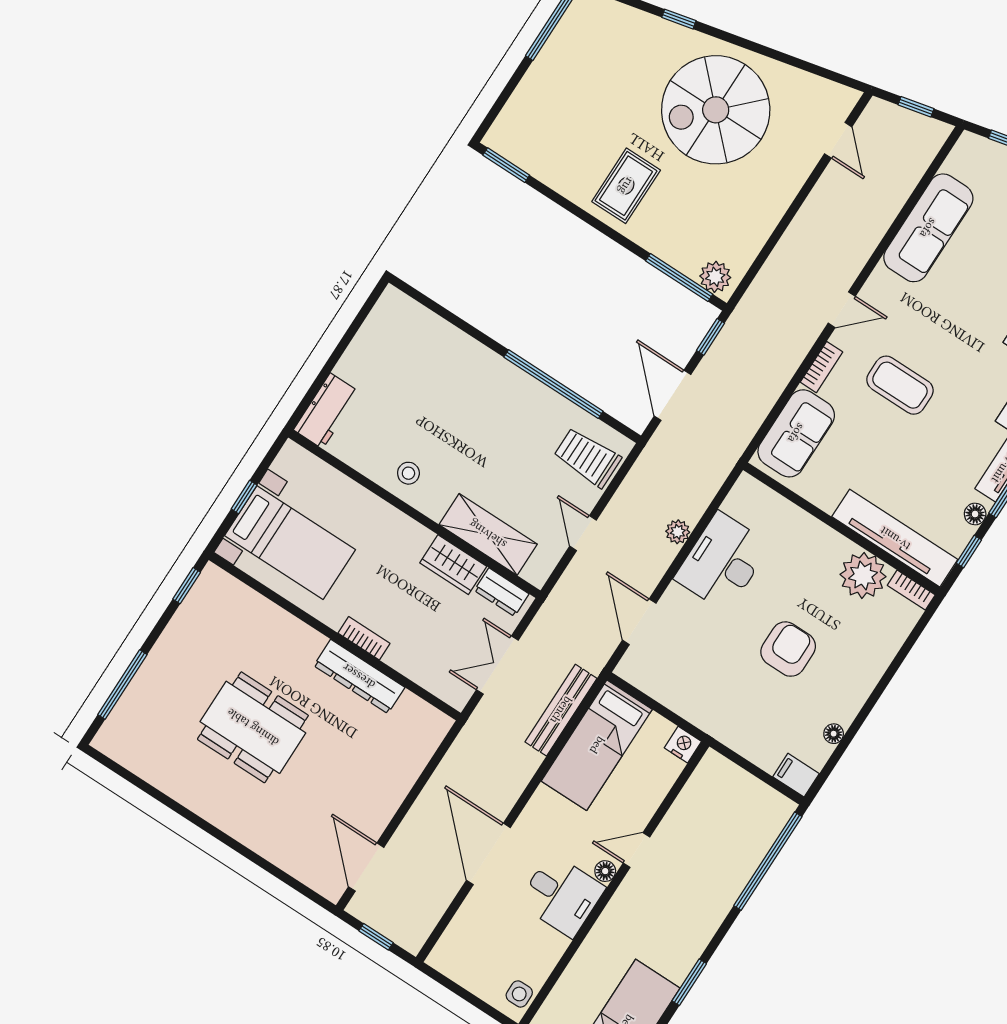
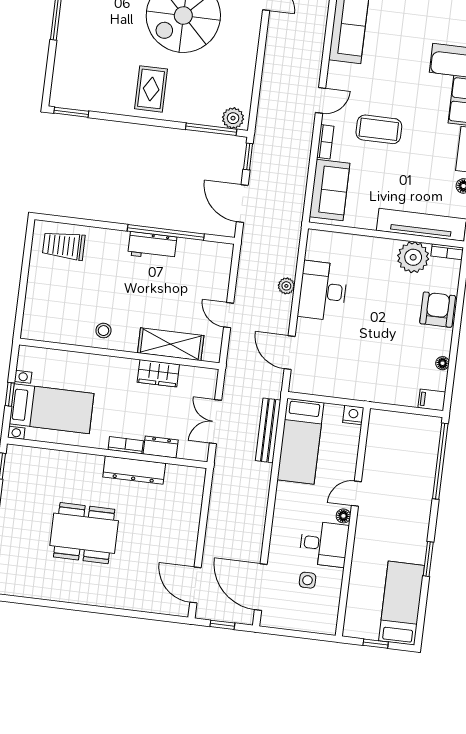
workbench: (326, 411) -> (152, 246), moved, turned 90
trolley: (587, 457) -> (64, 246), moved
dresser: (502, 592) -> (161, 447), moved, turned 180
armchair: (788, 649) -> (438, 310), moved
door: (488, 854) -> (261, 587), moved
side table: (519, 994) -> (308, 580), moved

